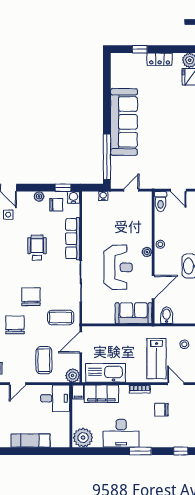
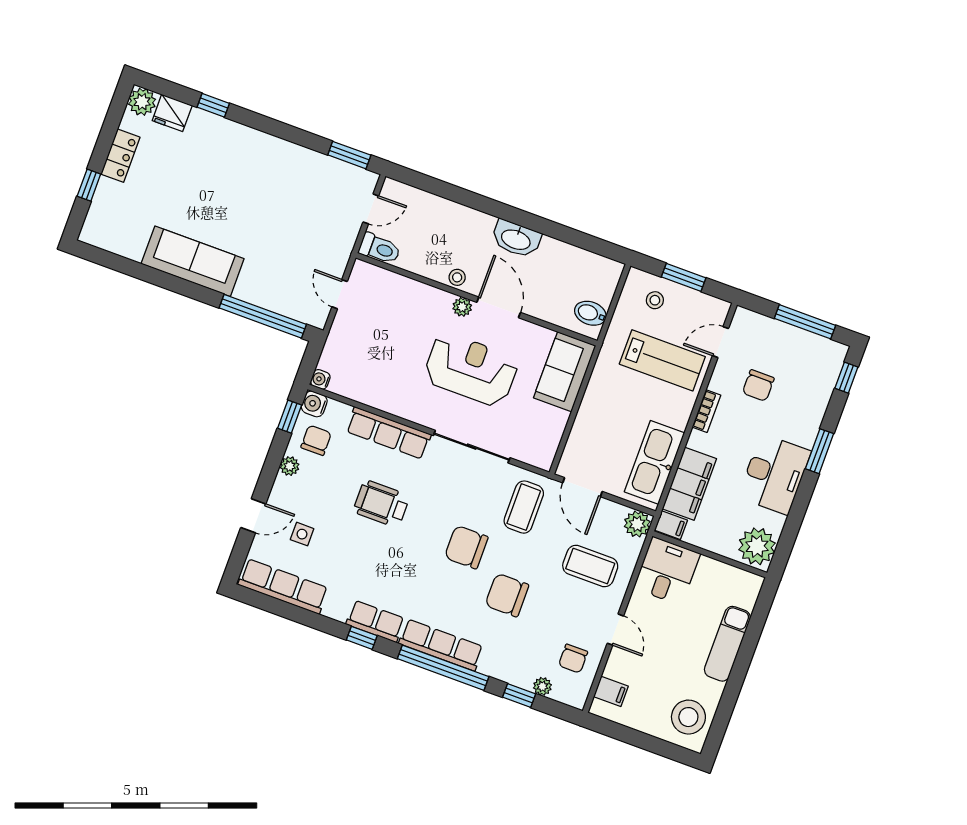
sofa: (124, 122) -> (193, 261), width x0.74, depth x0.79
water cooler: (103, 196) -> (320, 379), moved
door: (153, 287) -> (499, 307), moved

